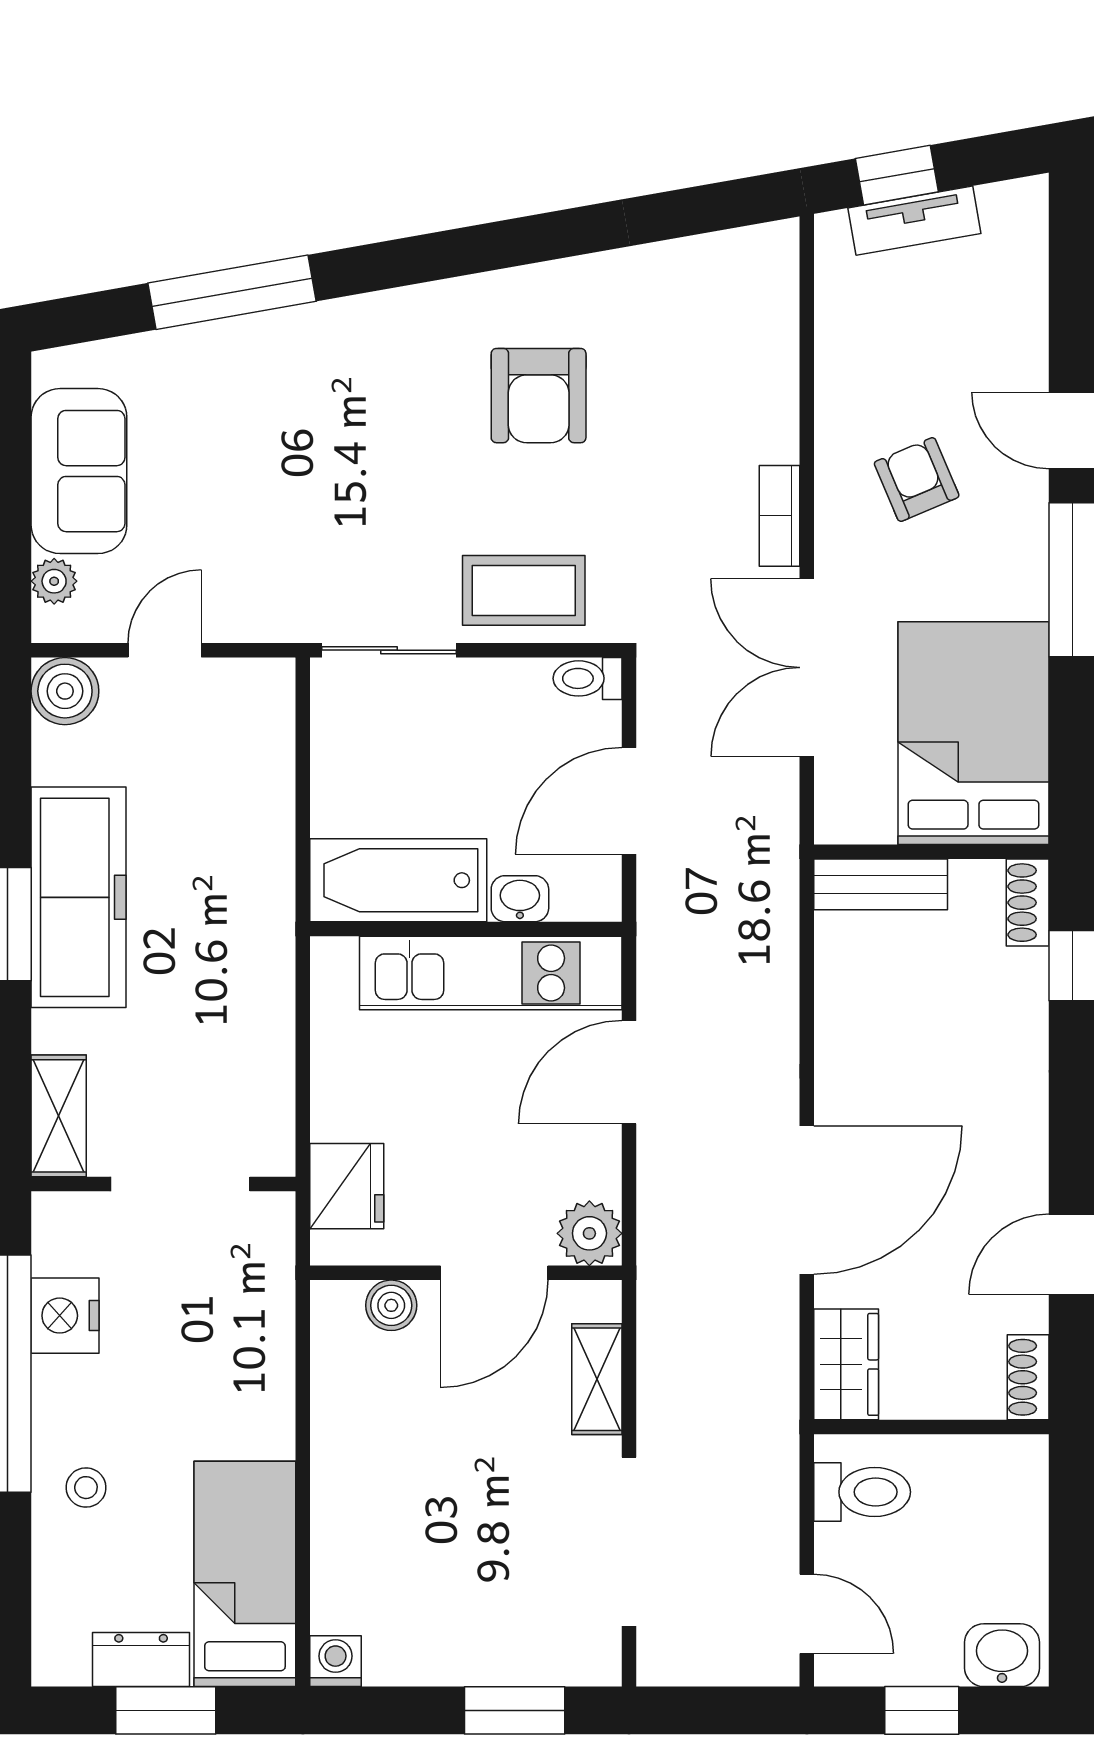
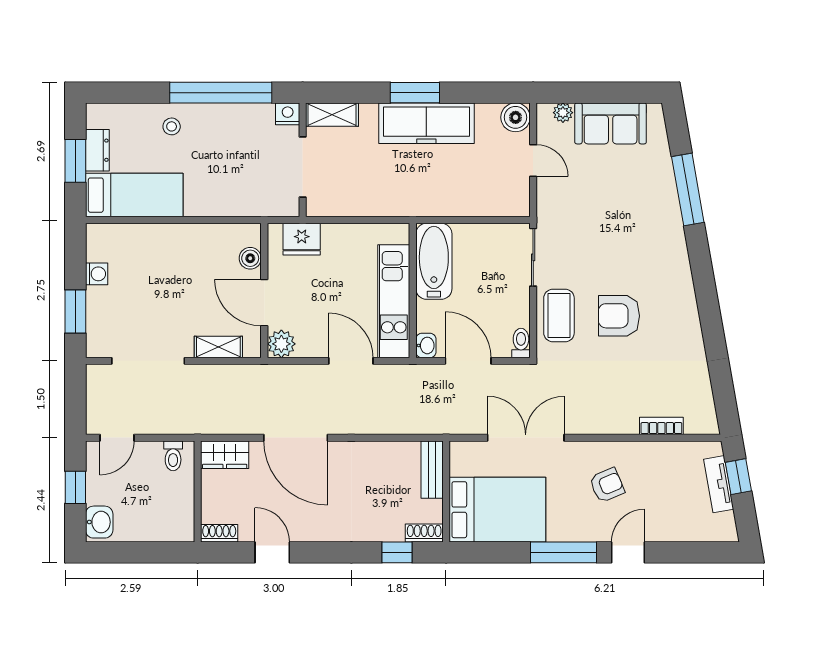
armchair: (539, 396) -> (619, 316), moved
bookcase: (780, 516) -> (661, 426), moved
washbasin: (520, 899) -> (426, 345), moved
nightstand: (65, 1316) -> (288, 114), moved, width x0.74, depth x0.75
toilet: (862, 1492) -> (173, 456), width x0.73, depth x0.72
washing machine: (336, 1661) -> (97, 274), moved

